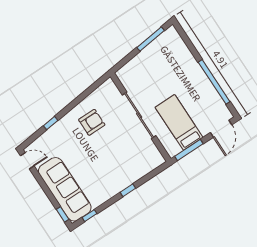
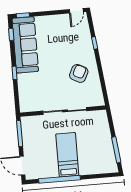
armchair: (92, 122) -> (79, 73), turned -153
bed: (179, 122) -> (67, 155), moved, turned -90
sofa: (65, 189) -> (25, 45), moved, turned -90

